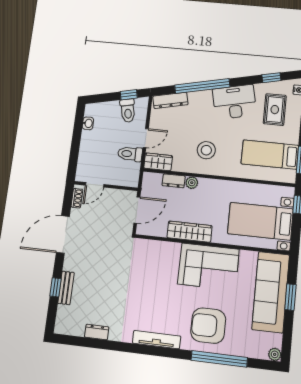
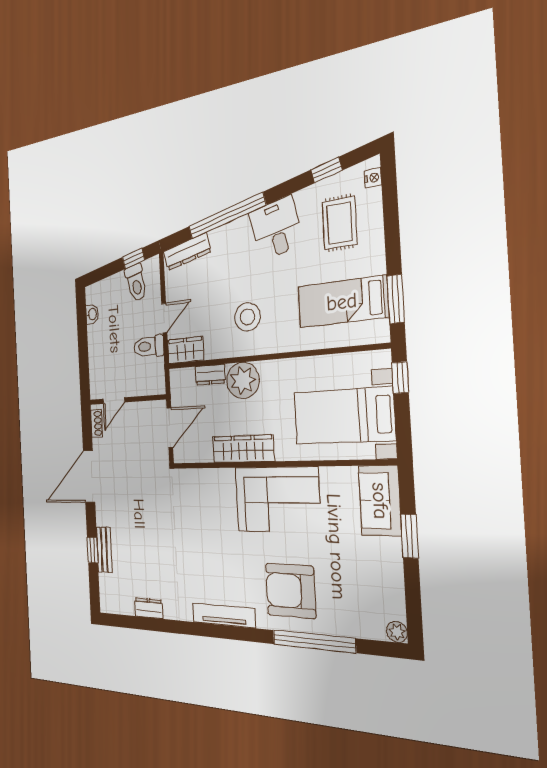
desk: (234, 102) -> (276, 228), width x0.73
plant: (192, 183) -> (243, 380), width x1.88, depth x1.88
sofa: (271, 292) -> (380, 501), width x0.54, depth x0.79

